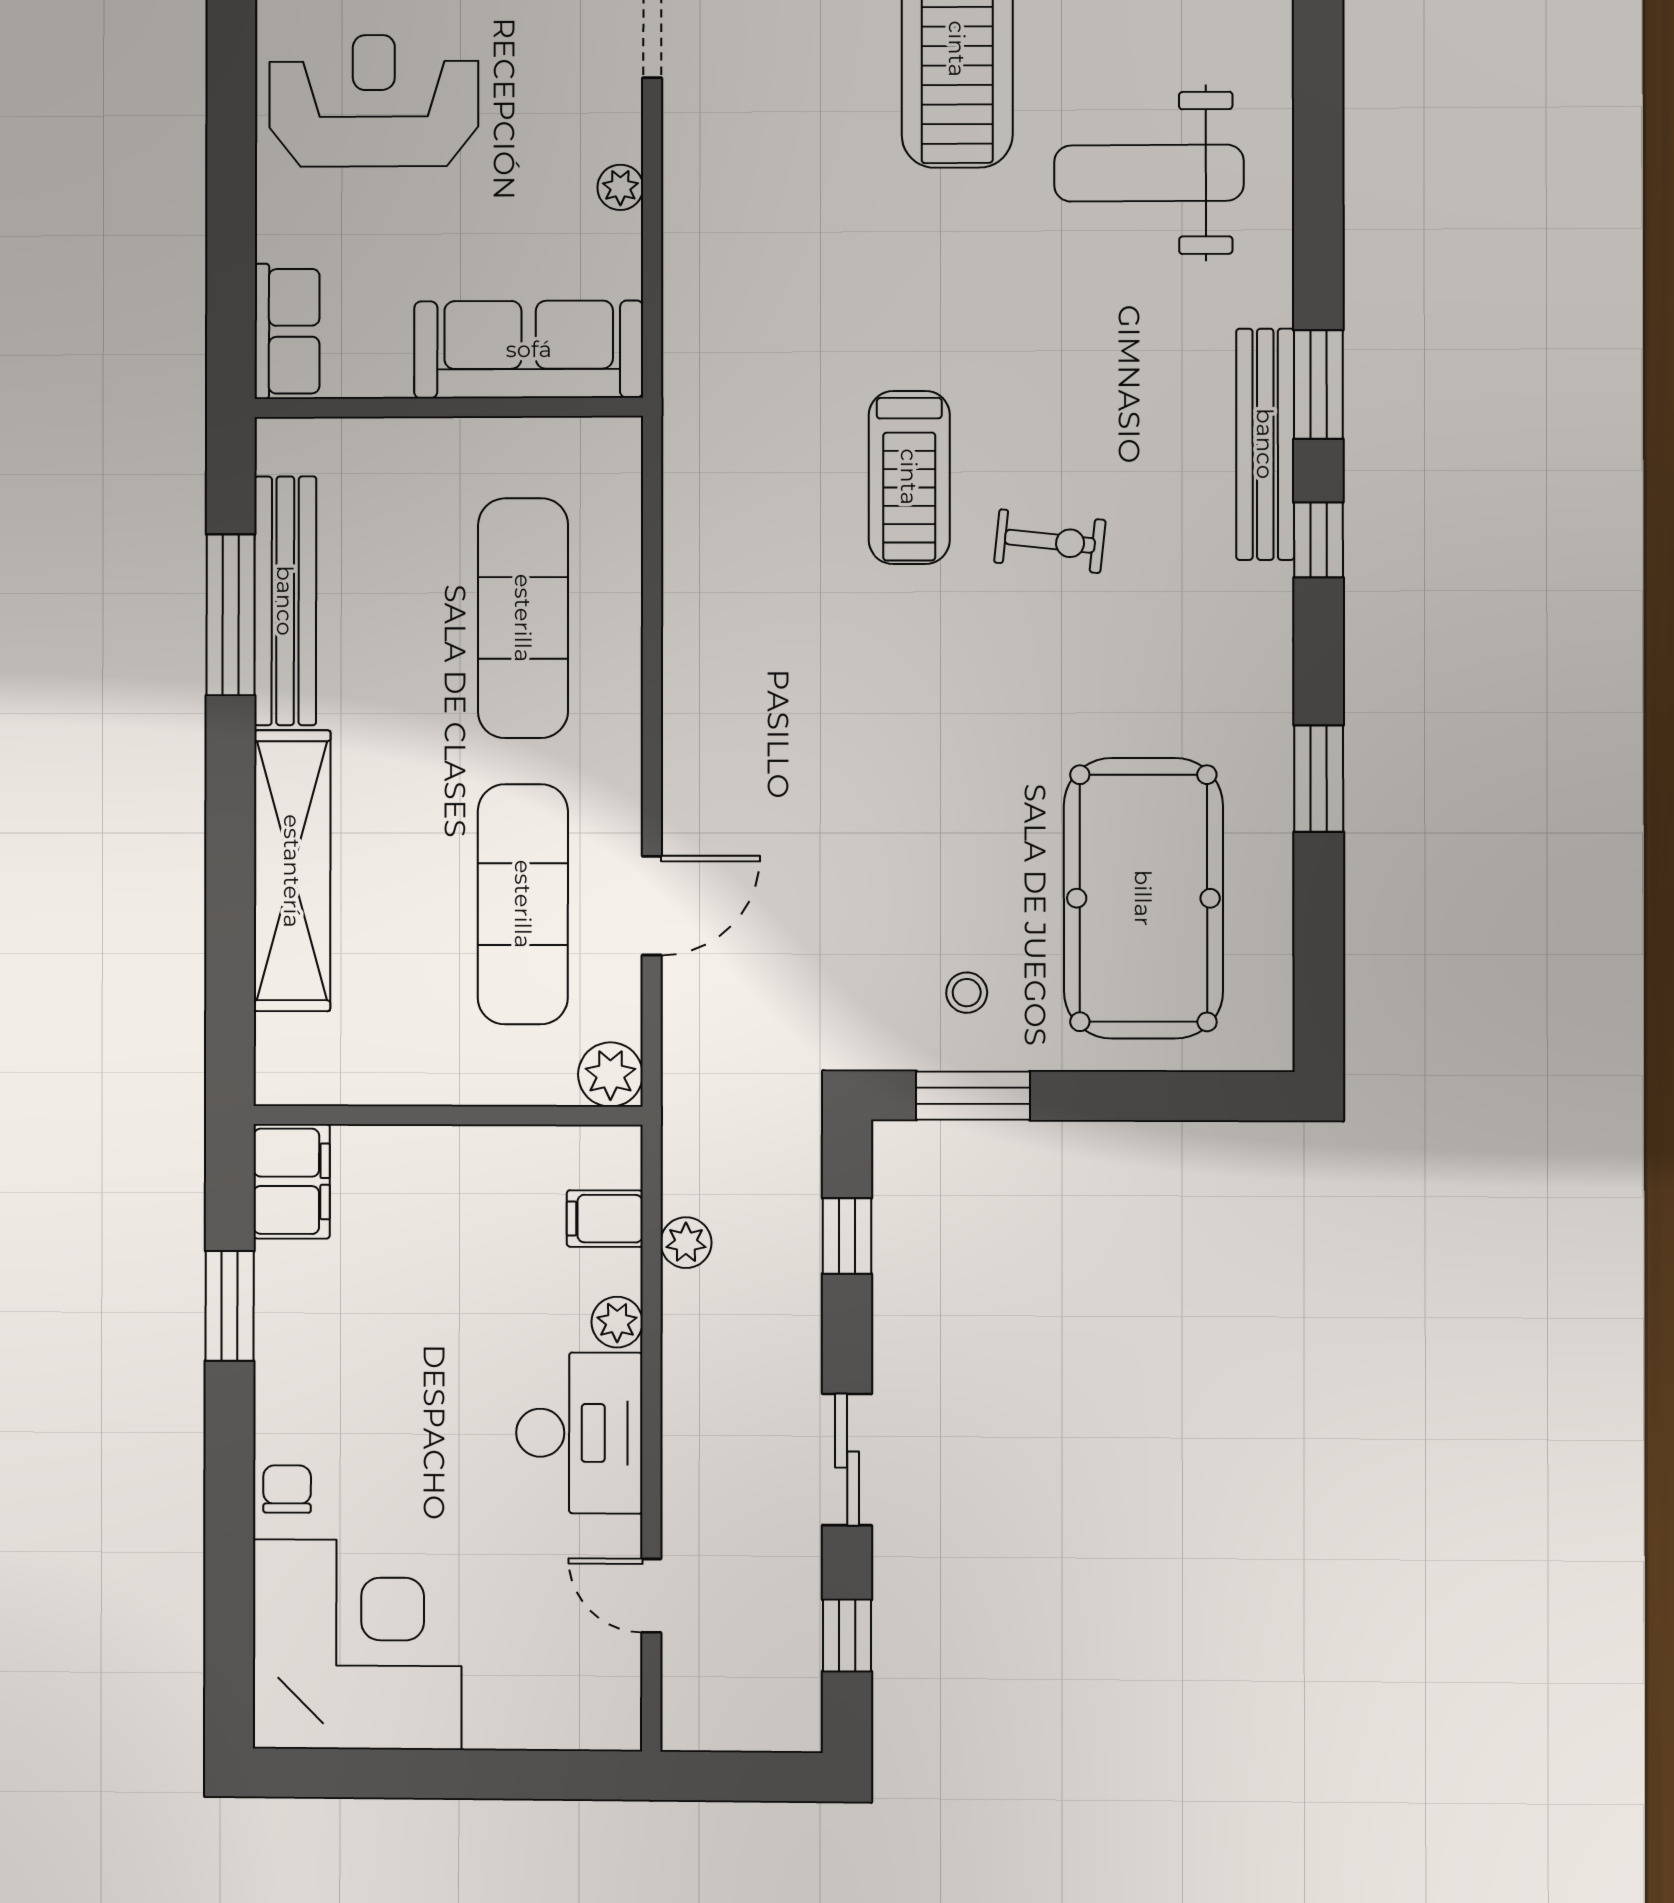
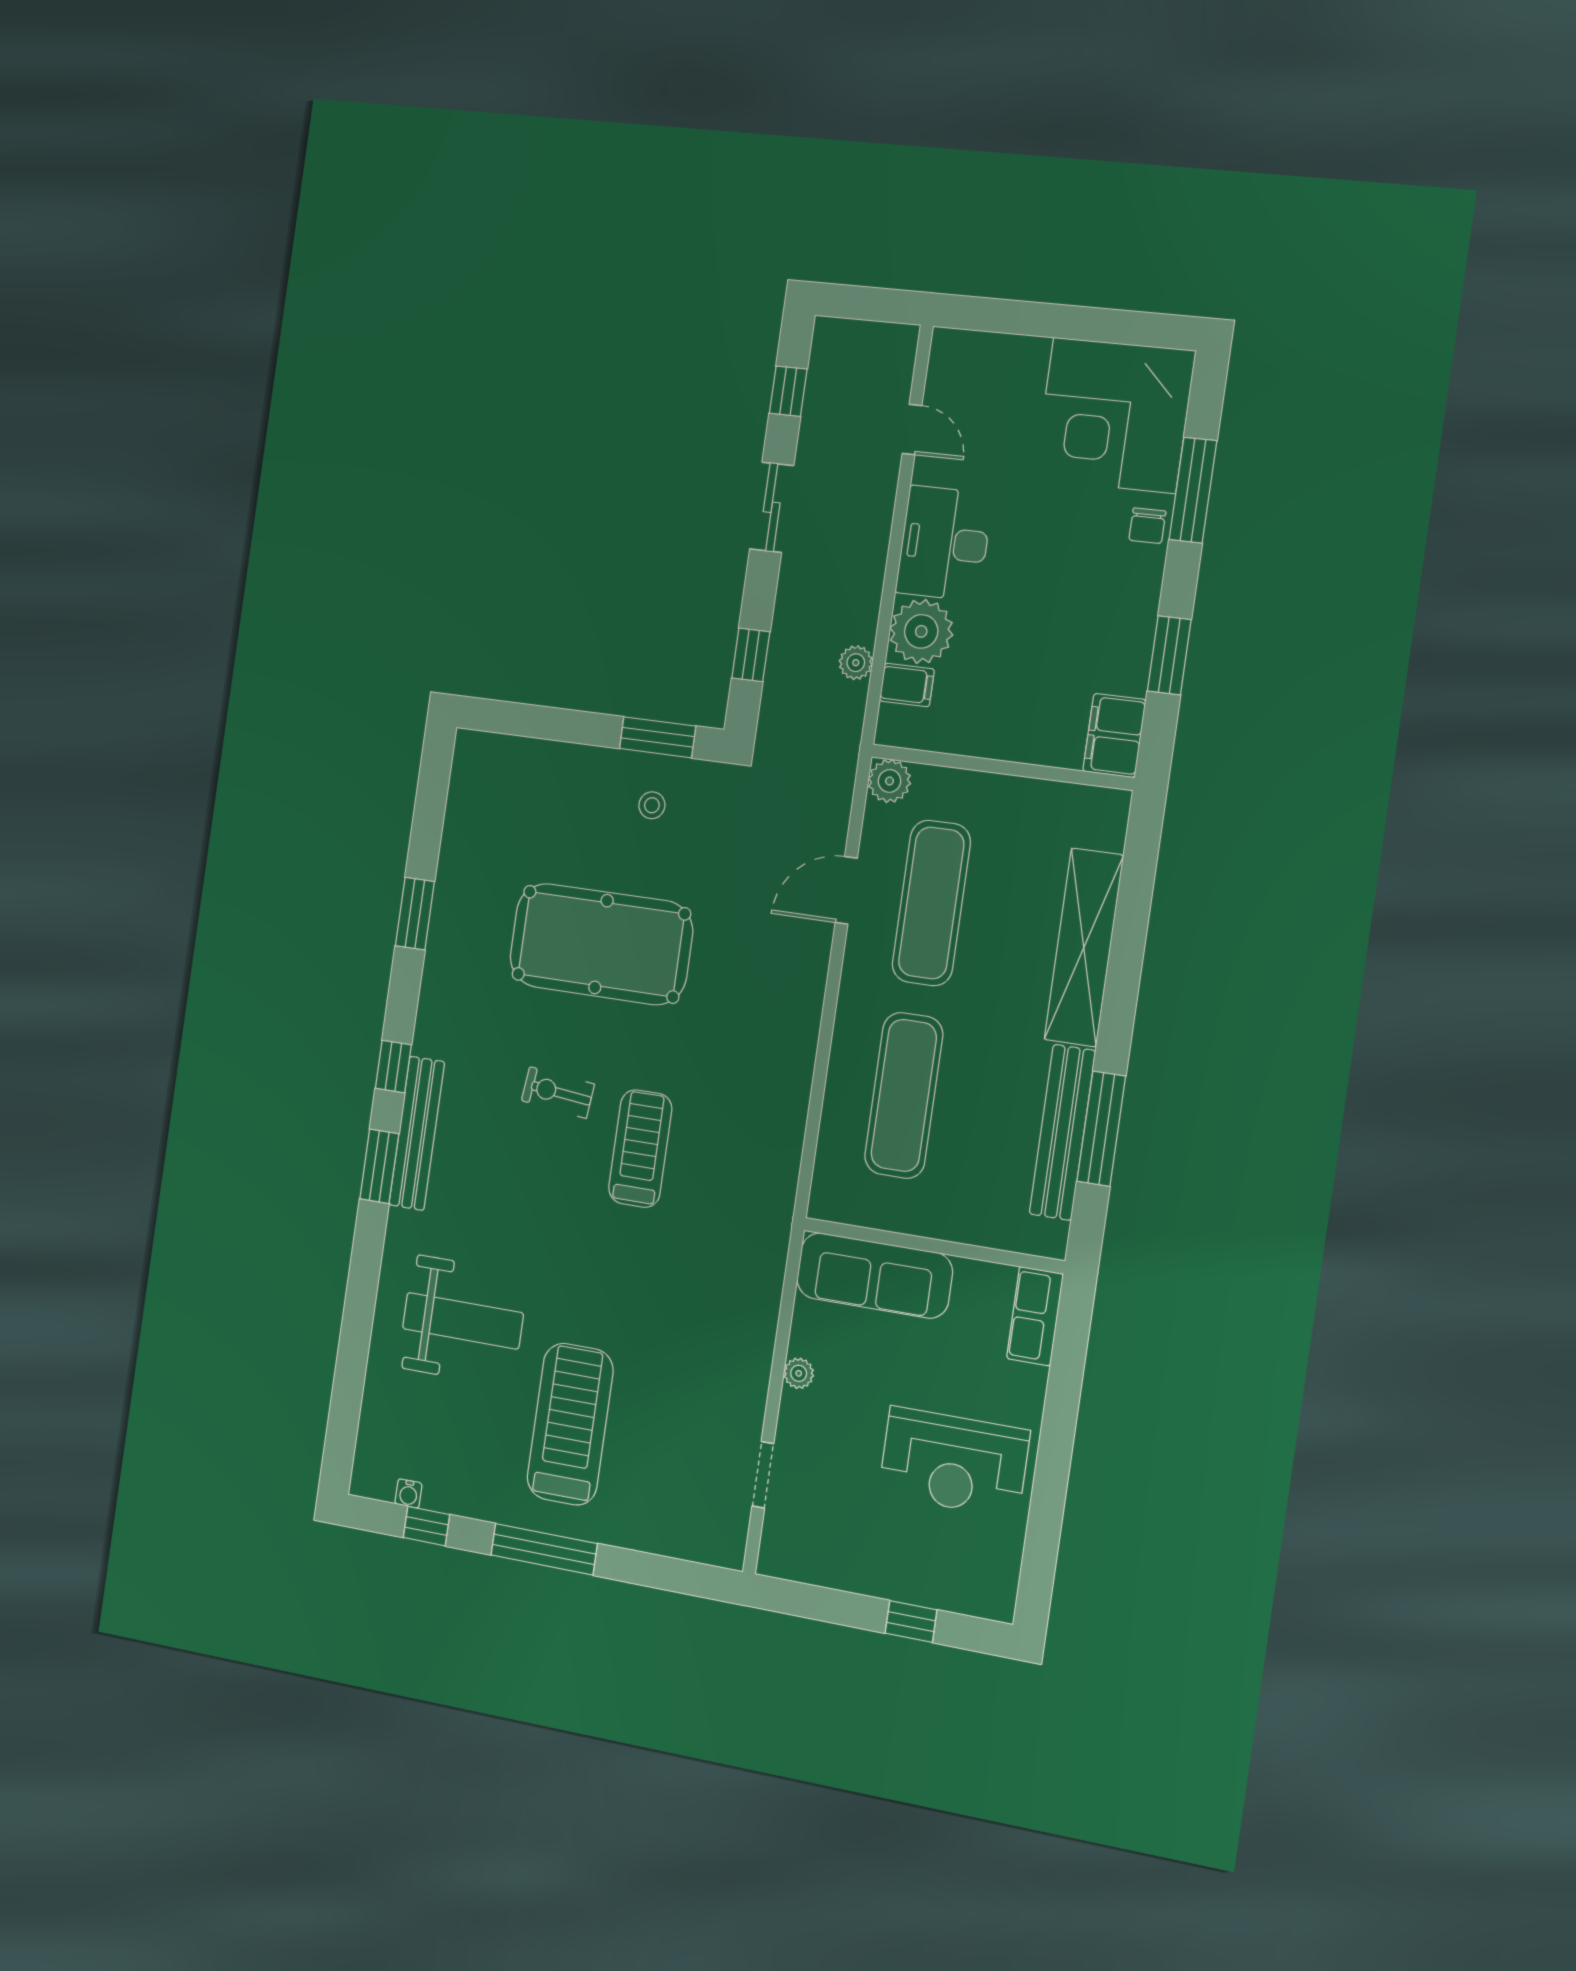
pool table: (1143, 898) -> (601, 944), moved, turned 90
plant: (617, 1322) -> (921, 631), width x1.88, depth x1.88
window: (229, 1547) -> (1193, 490), added

